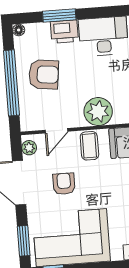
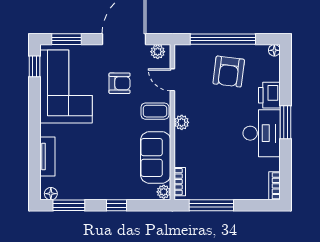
window: (59, 16) -> (285, 122), moved
plant: (98, 112) -> (182, 122), width x0.53, depth x0.53

